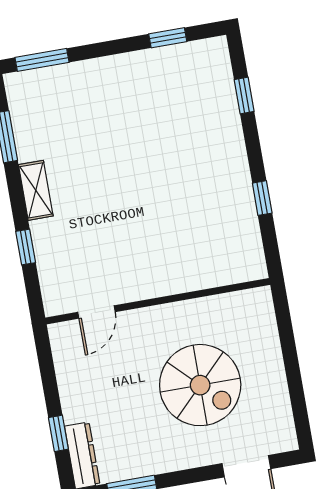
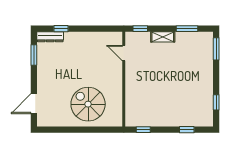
wall: (158, 301) -> (124, 79), moved
door: (96, 312) -> (124, 53), moved
spiral stairs: (200, 385) -> (88, 104), moved, turned 90

